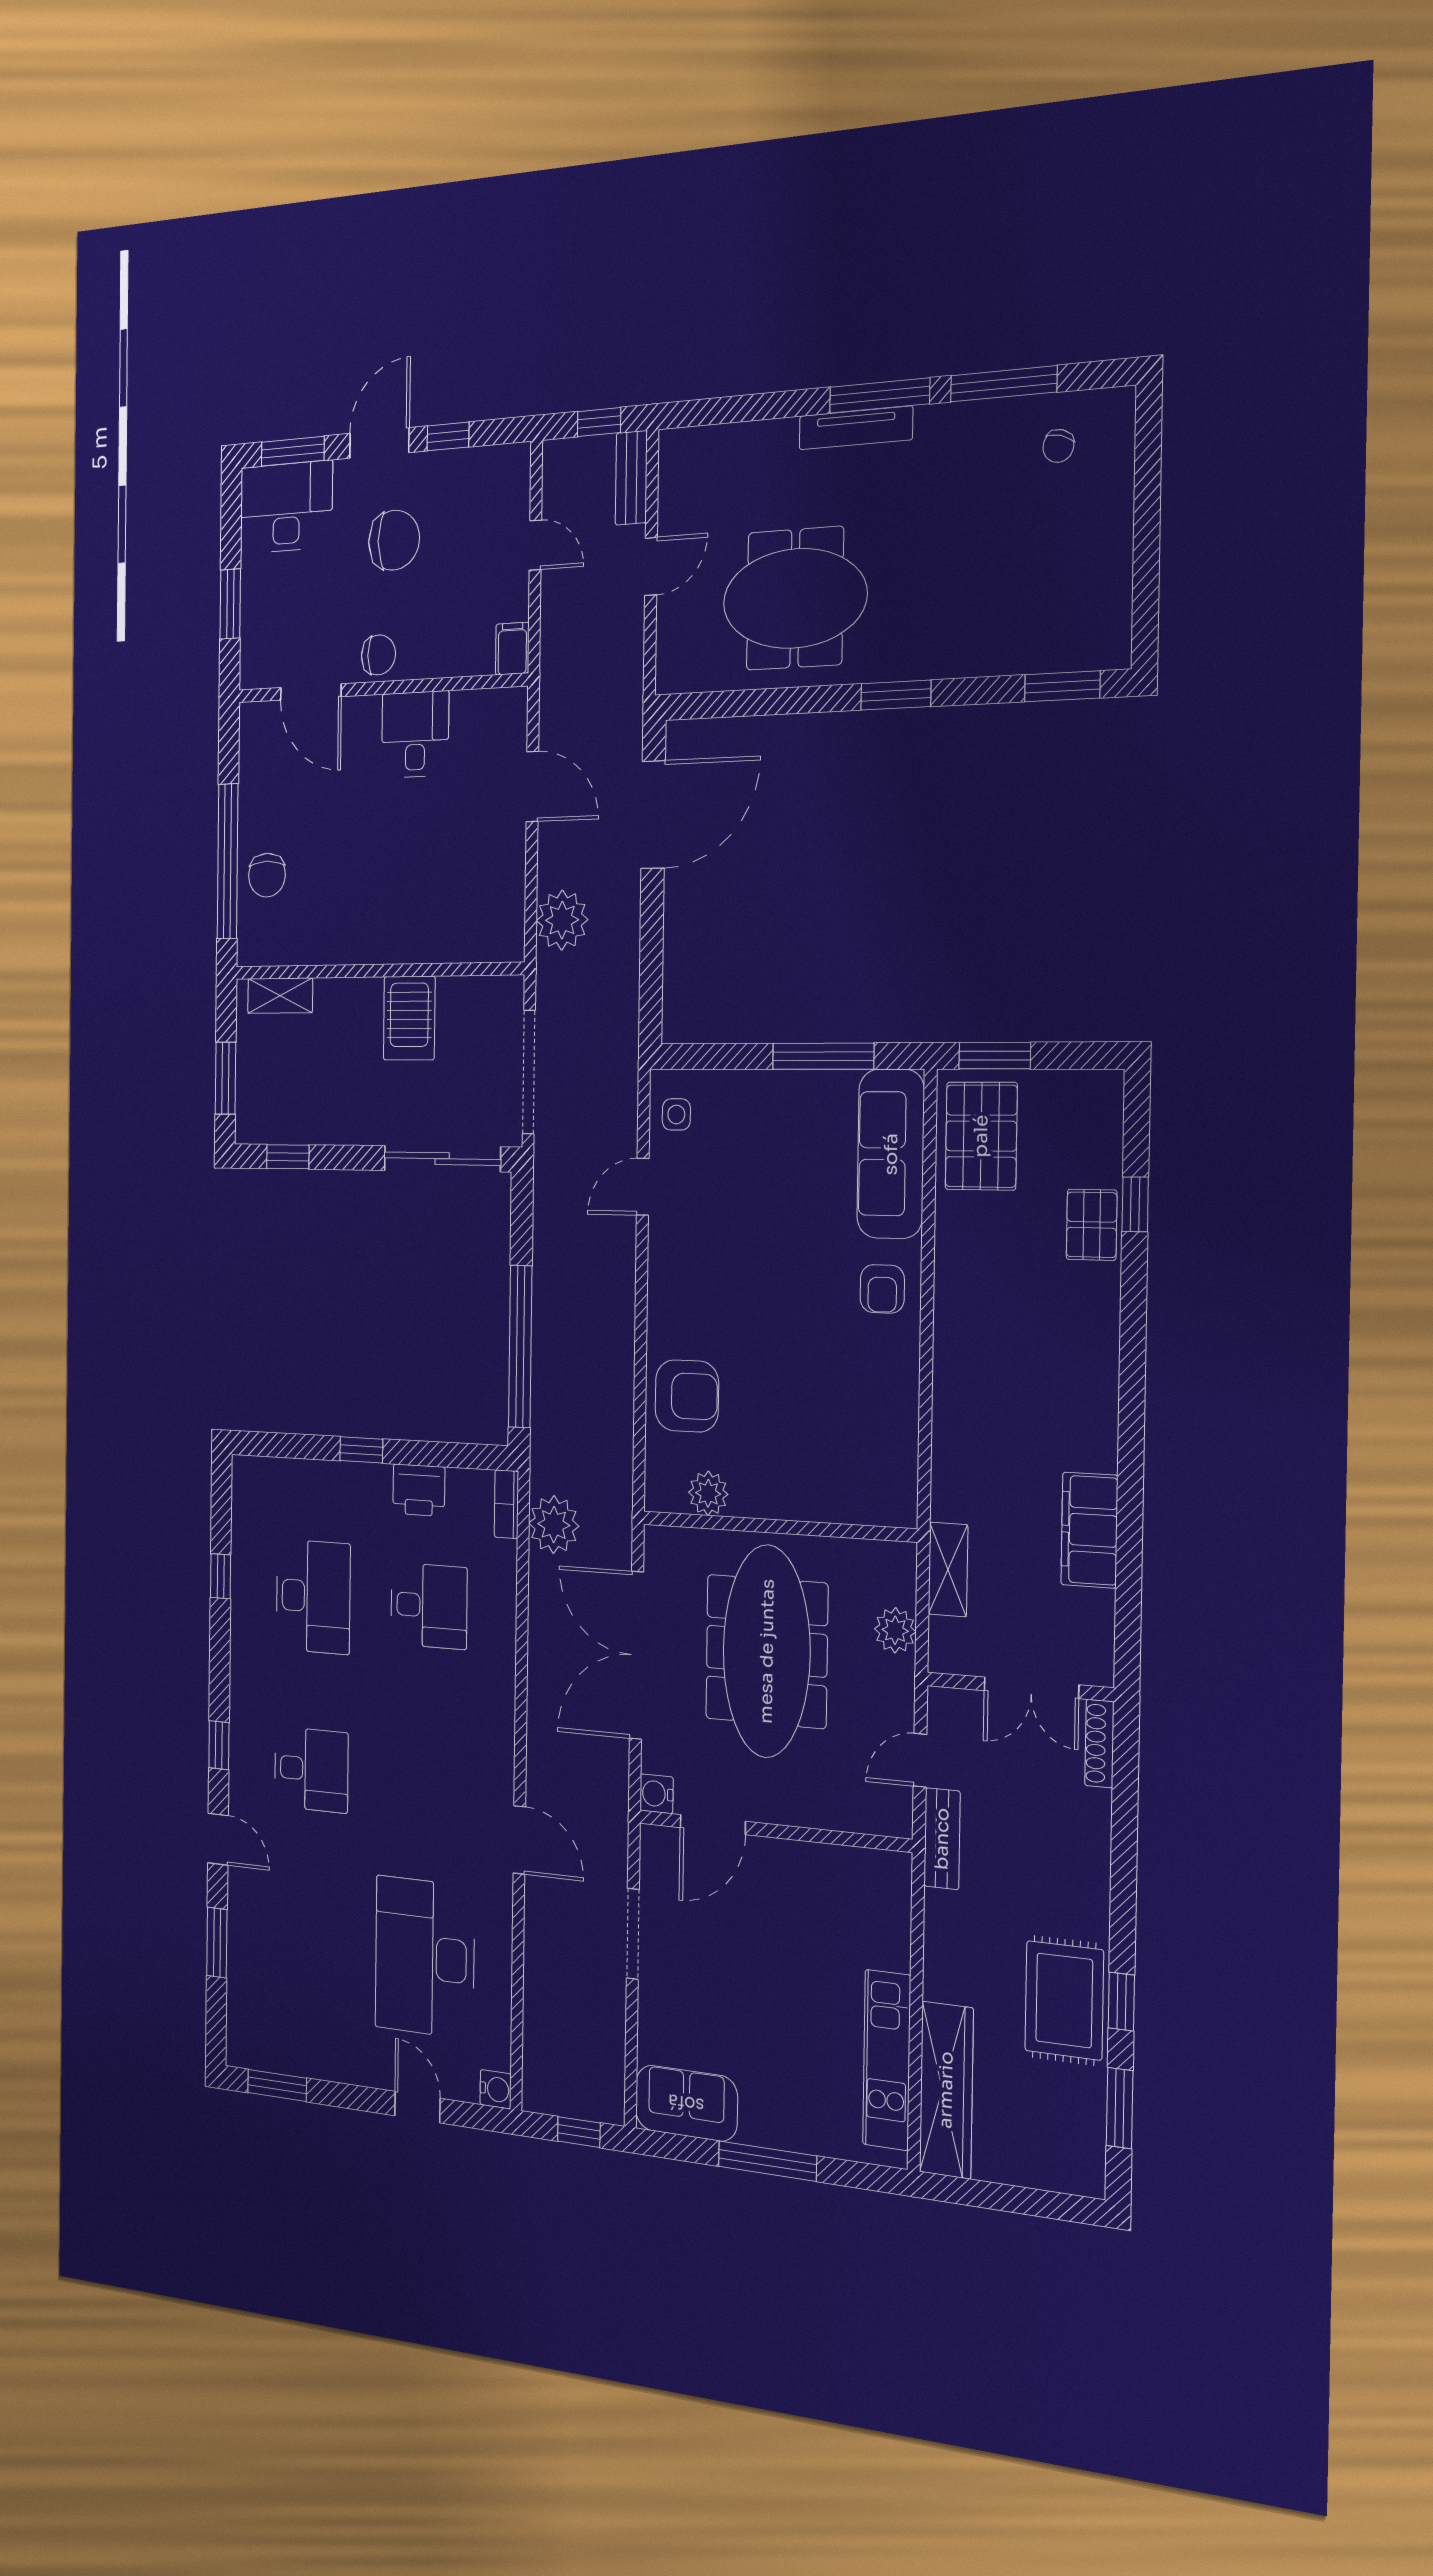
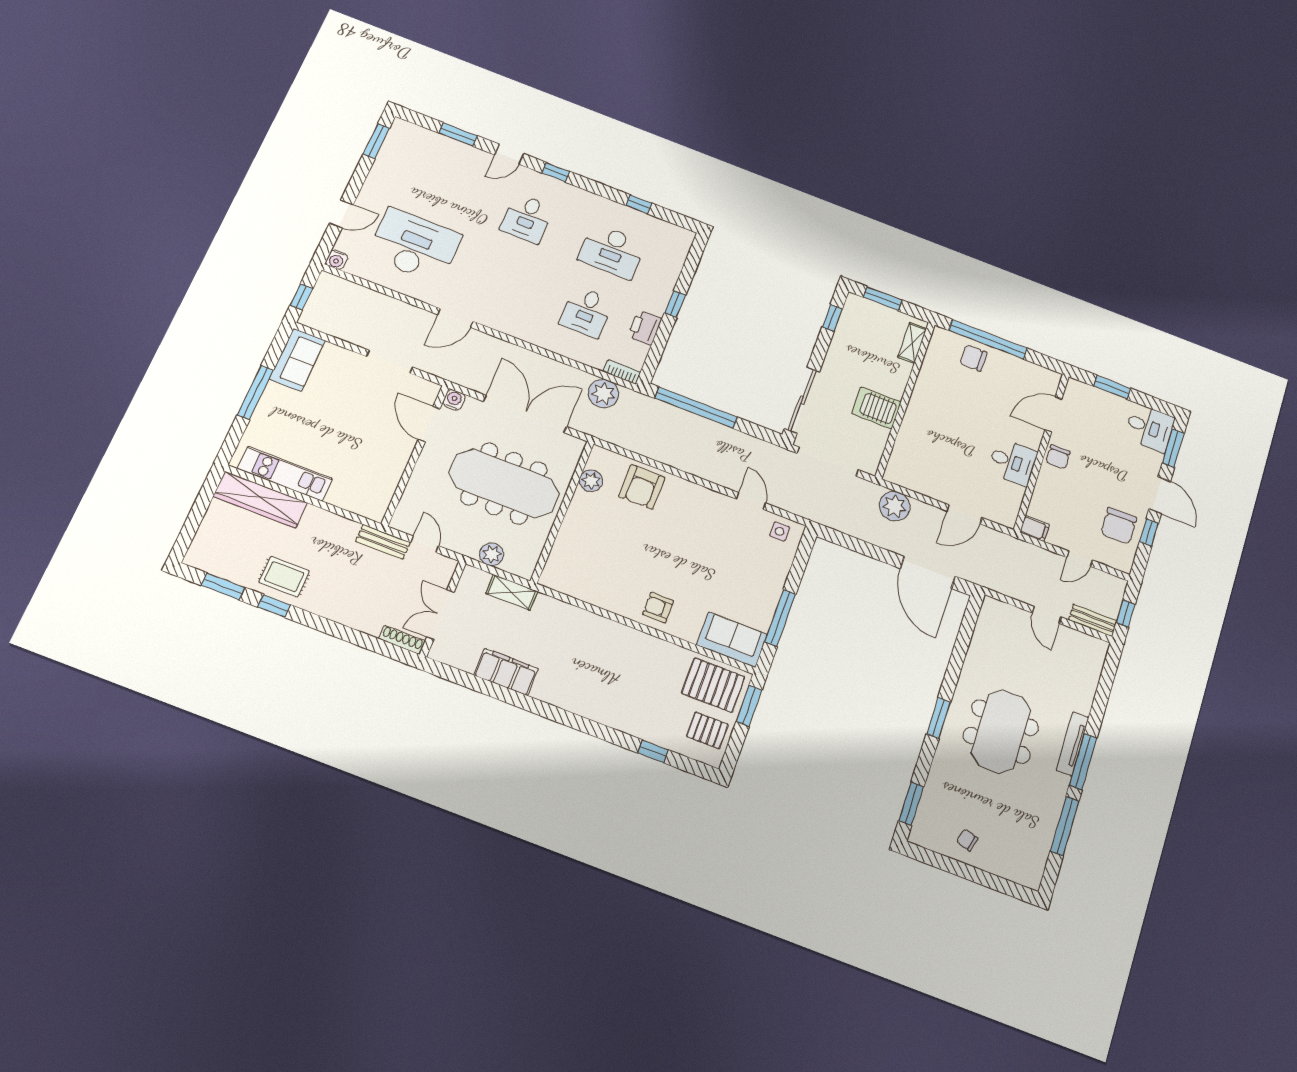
chair: (1058, 446) -> (967, 840), moved
desk: (286, 507) -> (1150, 428), width x0.73
chair: (394, 540) -> (1119, 526), moved
meeting table: (795, 598) -> (1001, 731), moved
sofa: (891, 1154) -> (732, 640), width x0.73
pallet: (1092, 1225) -> (707, 730), moved
rug: (1064, 2000) -> (284, 577), width x0.73, depth x0.70

